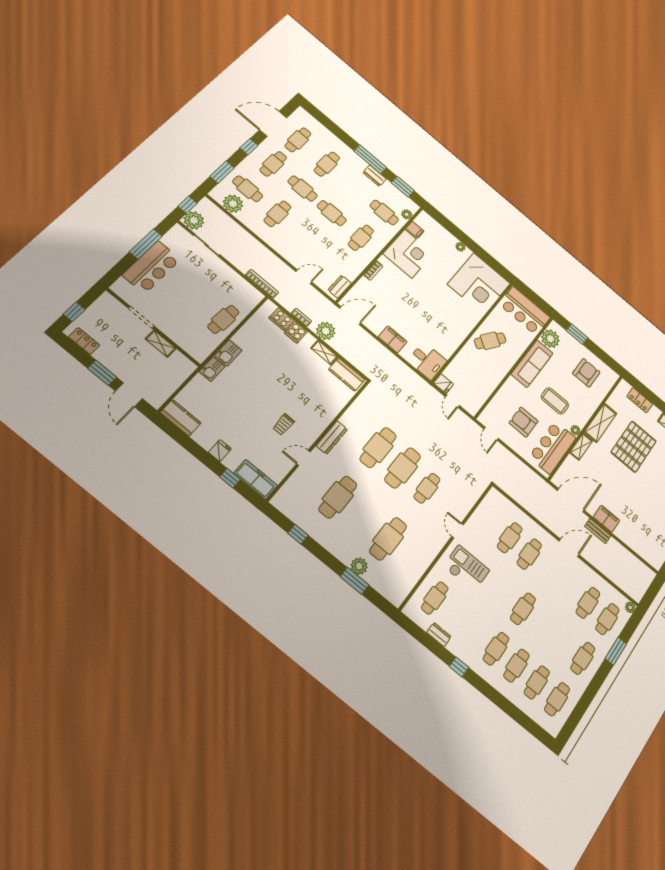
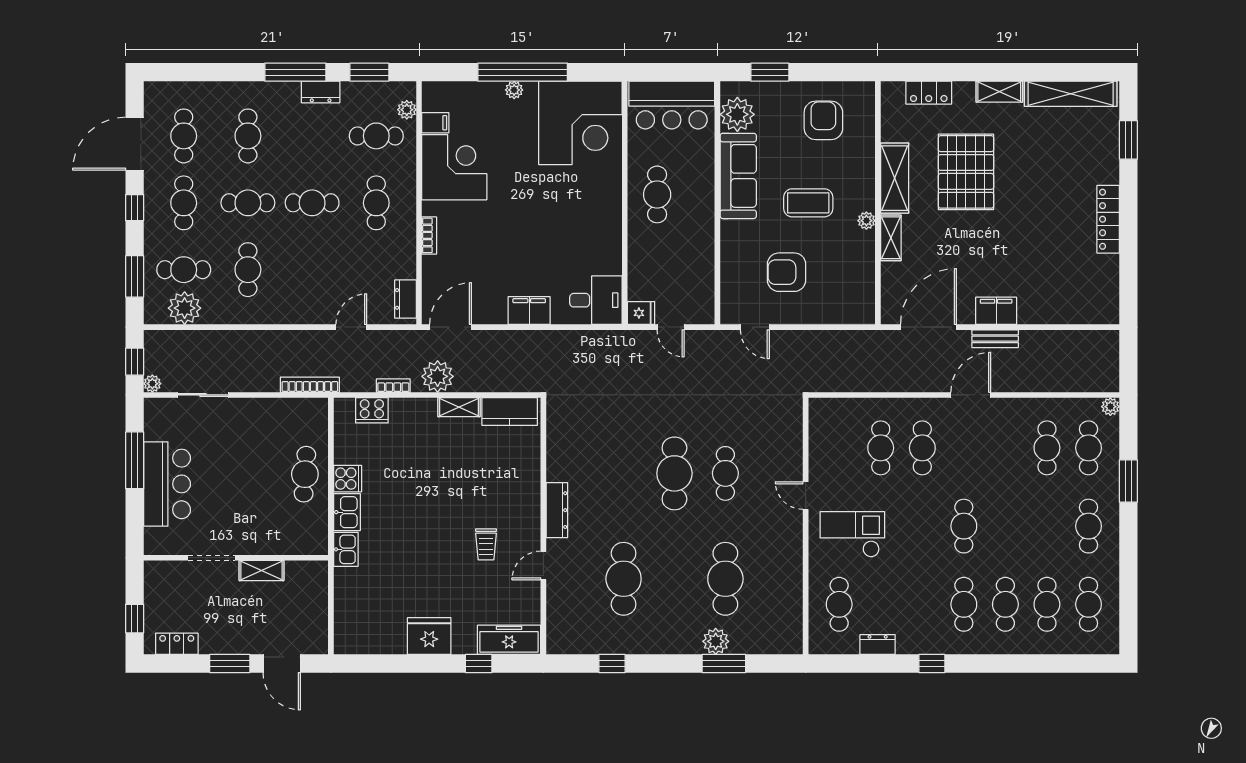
plant: (194, 220) -> (152, 384), width x0.53, depth x0.53
window: (470, 243) -> (523, 72), added
cooker: (296, 332) -> (348, 479), moved, turned -90
cafe table: (490, 341) -> (657, 194), turned -34
kitchen counter: (181, 418) -> (362, 640), removed
bar counter: (552, 447) -> (852, 274), removed
cafe table: (378, 448) -> (624, 473), removed
fridge: (220, 451) -> (429, 636), width x1.88, depth x1.34

